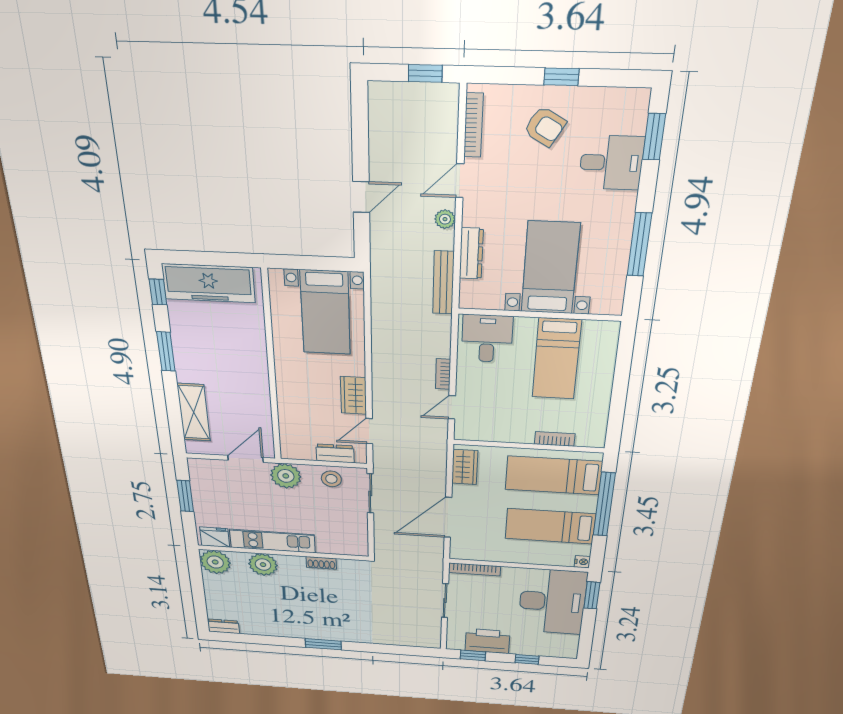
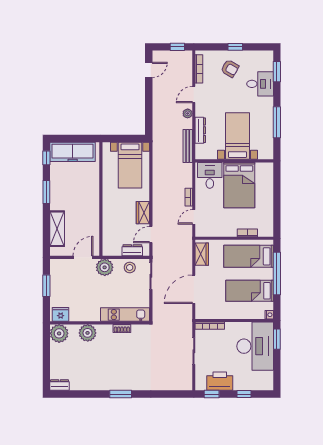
door: (361, 197) -> (149, 70), moved
bed: (557, 359) -> (239, 185), width x1.50
kitchen unit: (272, 541) -> (125, 315), moved

